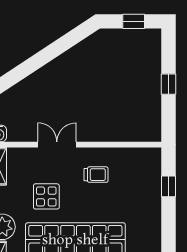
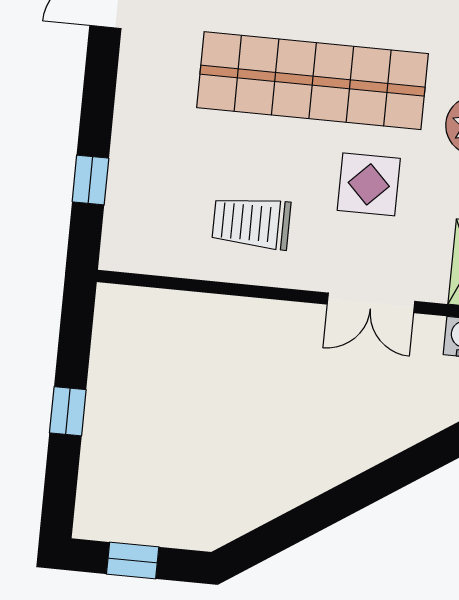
double door: (57, 145) -> (371, 303), moved
trolley: (96, 175) -> (251, 223), width x1.36, depth x1.39

